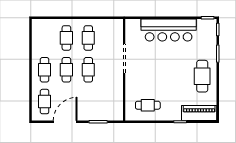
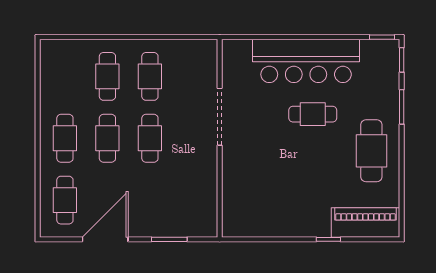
cafe table: (148, 105) -> (313, 114), moved

